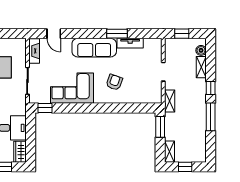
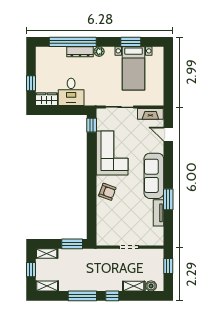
door: (54, 34) -> (168, 134), hinge flipped
armchair: (114, 82) -> (107, 192), moved
shelving: (170, 101) -> (47, 286), moved

